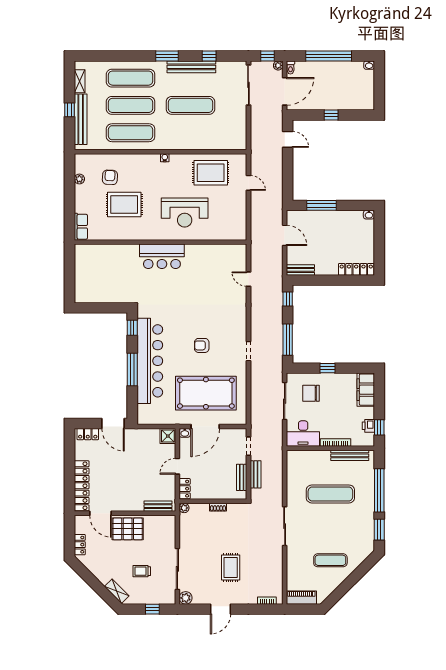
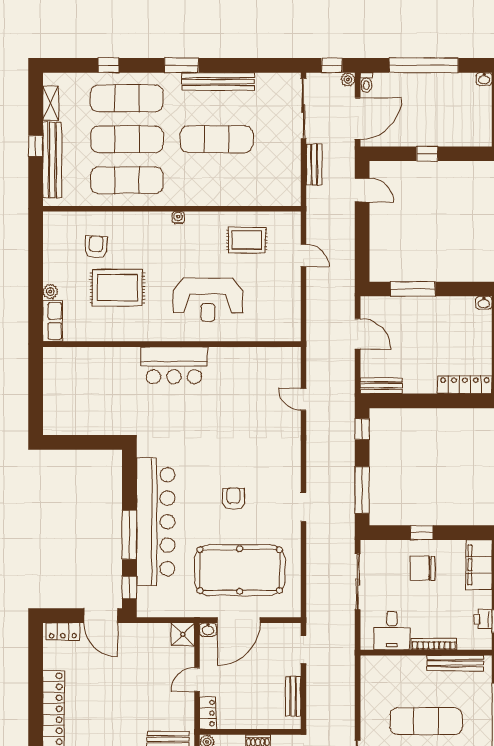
window: (209, 56) -> (109, 65), moved
rug: (211, 173) -> (247, 240), width x0.73, depth x0.70
plant: (79, 179) -> (50, 292), moved
window: (132, 328) -> (129, 587), moved
armchair: (202, 345) -> (233, 499), turned 90
chair: (311, 393) -> (423, 568), moved
desk: (303, 434) -> (392, 631), width x0.73
bench: (256, 474) -> (314, 165), moved

